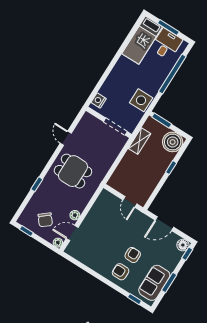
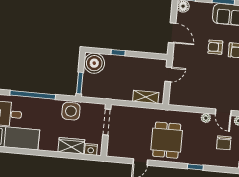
wardrobe: (111, 85) -> (71, 146), added
shelving: (140, 141) -> (146, 97), moved
chair: (45, 220) -> (224, 143), turned 129

